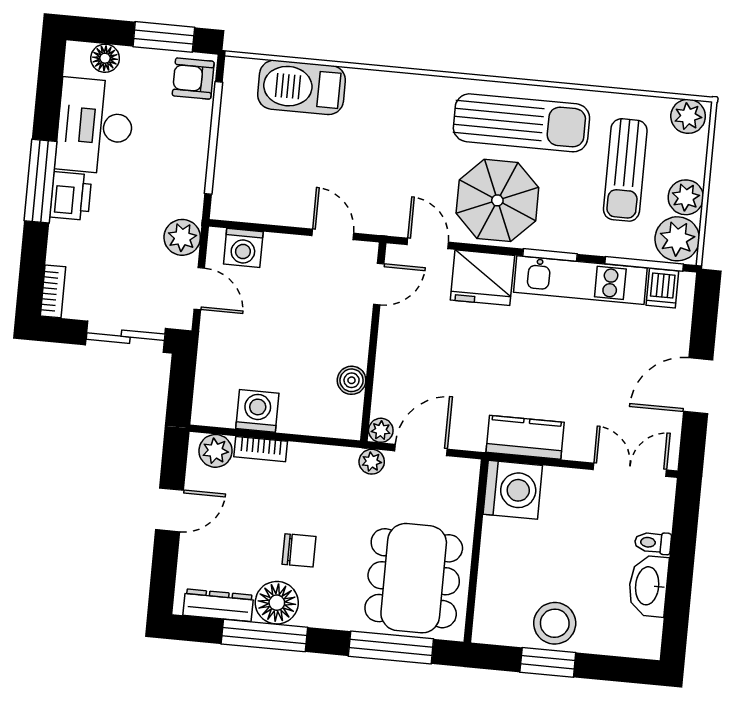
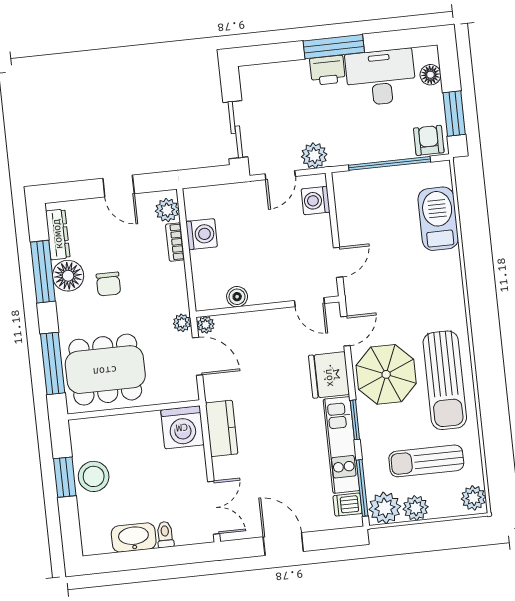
bookcase: (53, 291) -> (257, 71), removed

